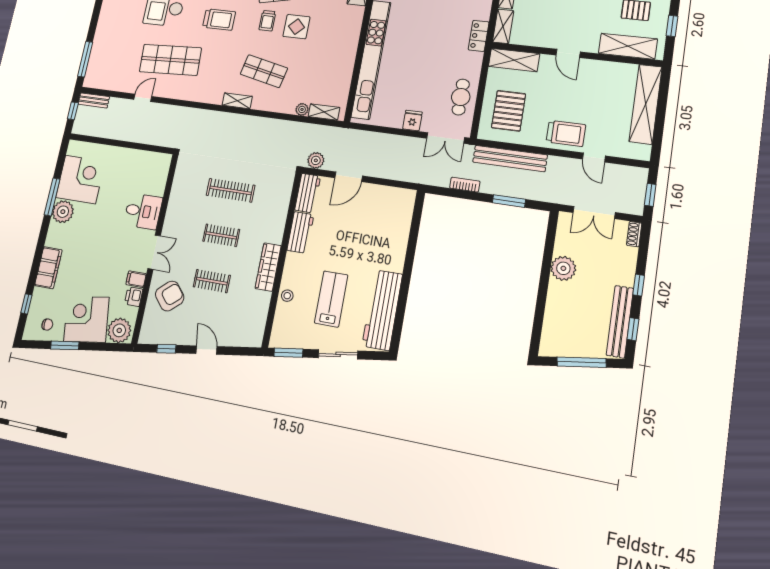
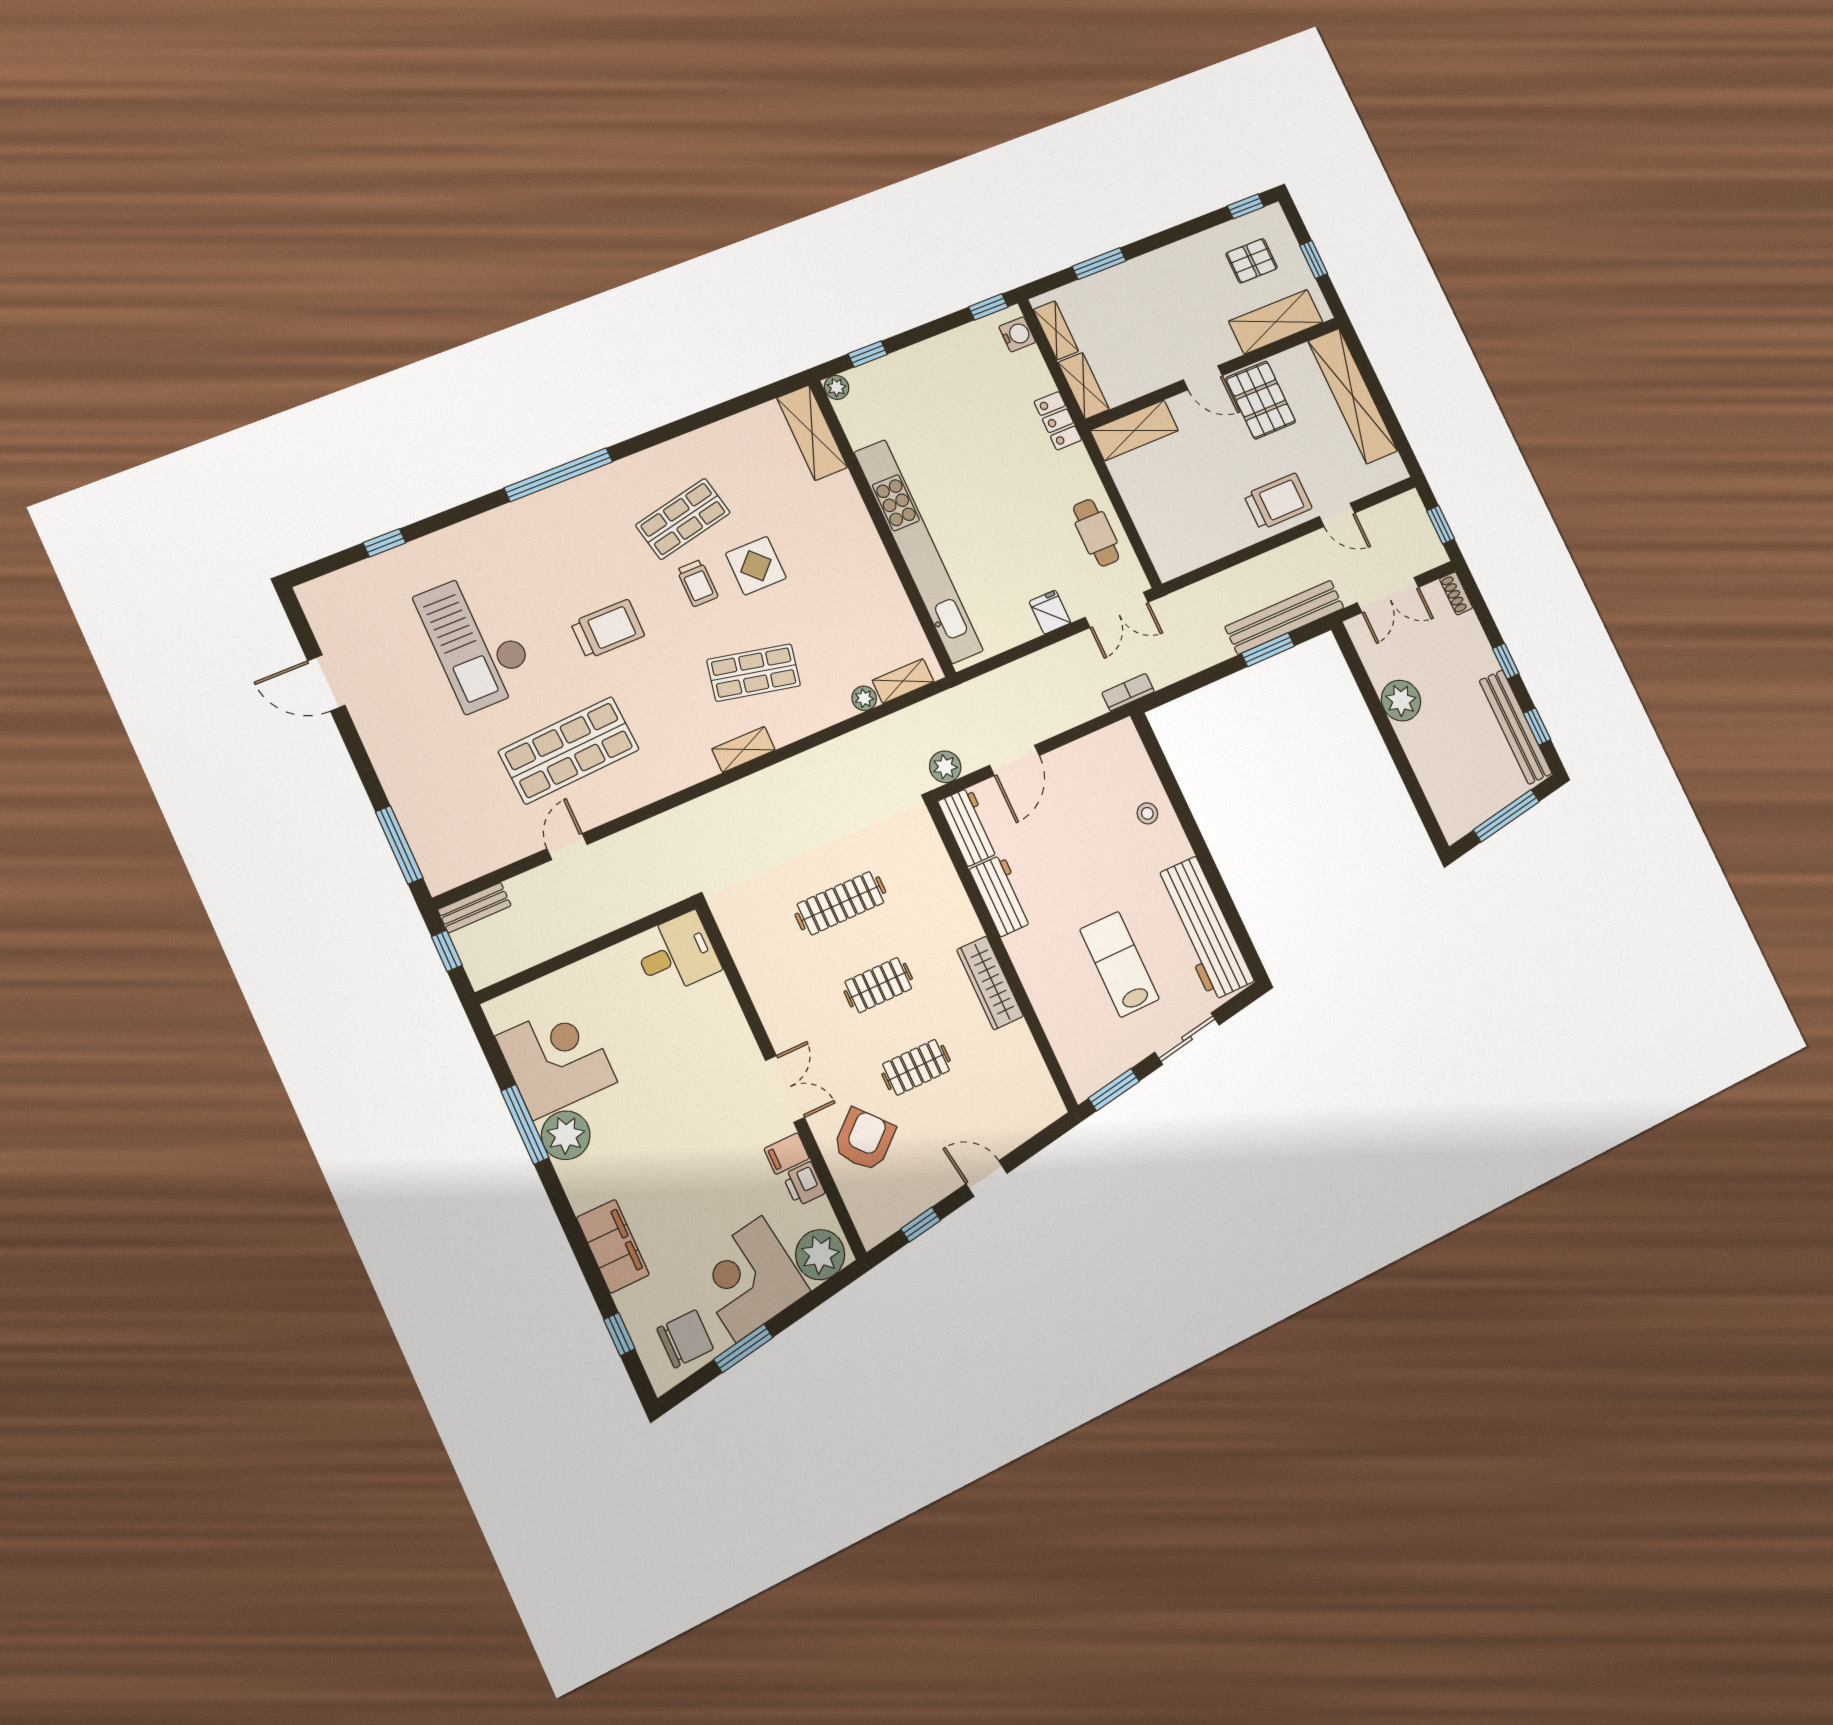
pallet: (509, 111) -> (1261, 400), moved
bench: (510, 158) -> (1285, 617), moved
bookcase: (465, 185) -> (1128, 692), moved
desk: (143, 211) -> (677, 954), moved
stool: (287, 296) -> (1147, 813), moved
chair: (47, 325) -> (685, 1339), width x1.87, depth x1.87

